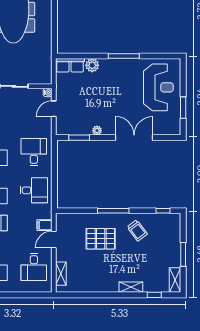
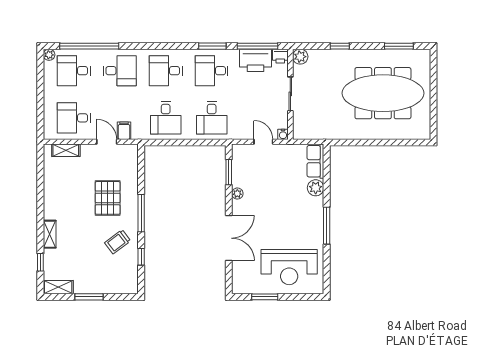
desk: (34, 152) -> (212, 118), turned 90
window: (163, 211) -> (141, 257), moved

